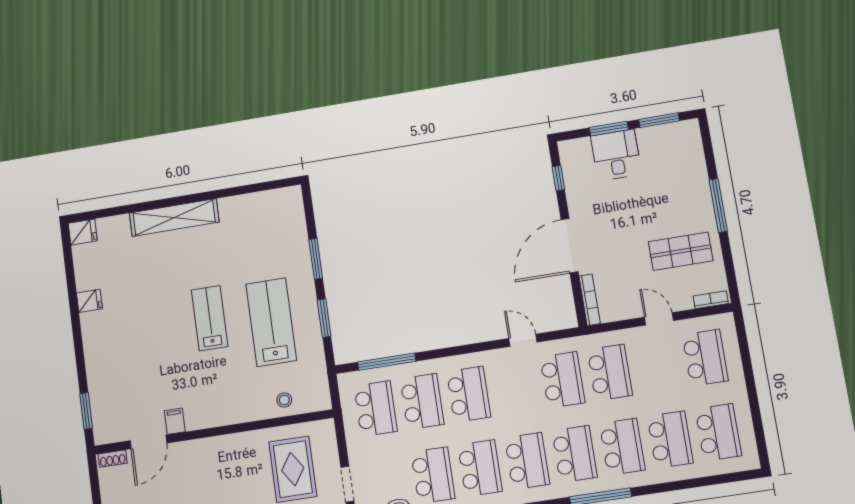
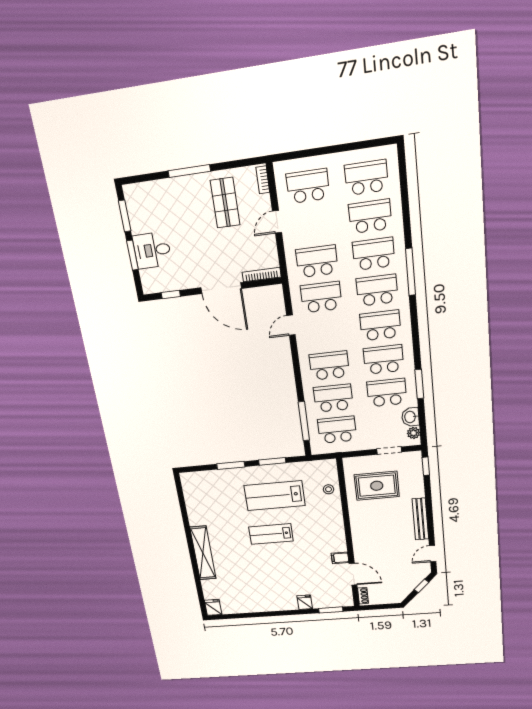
fridge: (89, 301) -> (305, 602), moved

